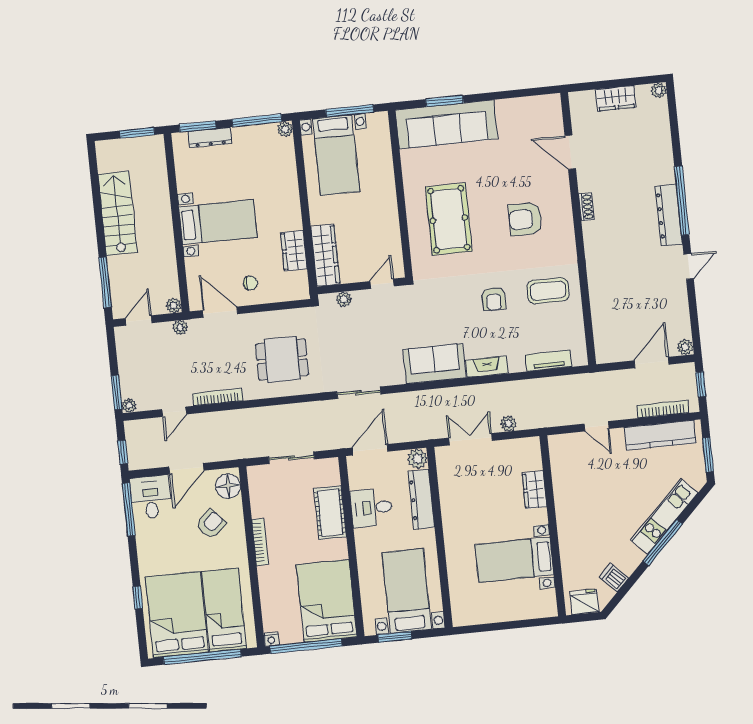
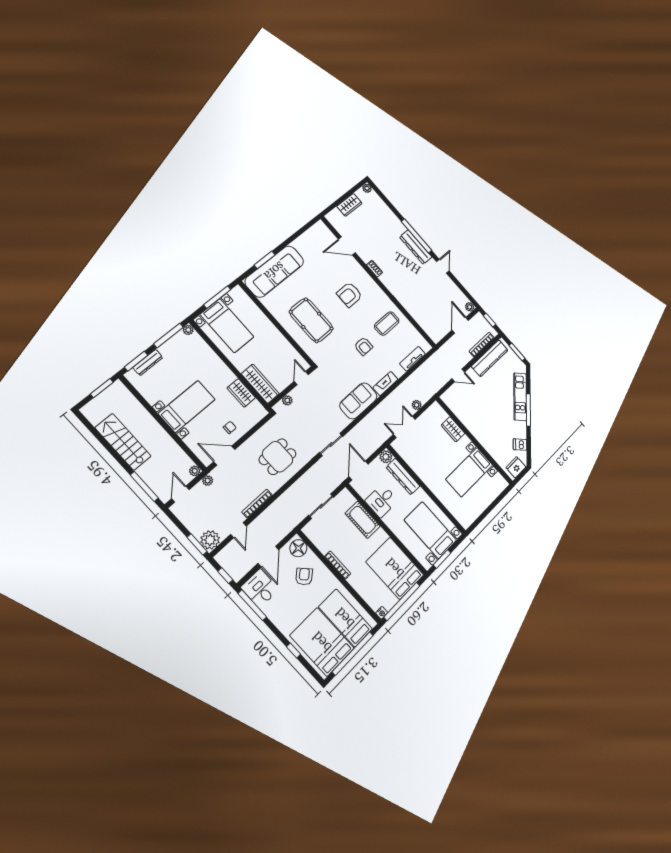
plant: (129, 405) -> (210, 540), width x1.87, depth x1.87

